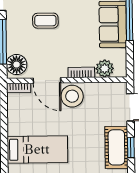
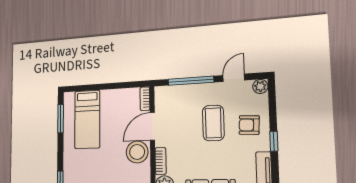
coffee table: (45, 21) -> (213, 123), width x1.36, depth x1.30
floor lamp: (17, 65) -> (168, 96), removed

